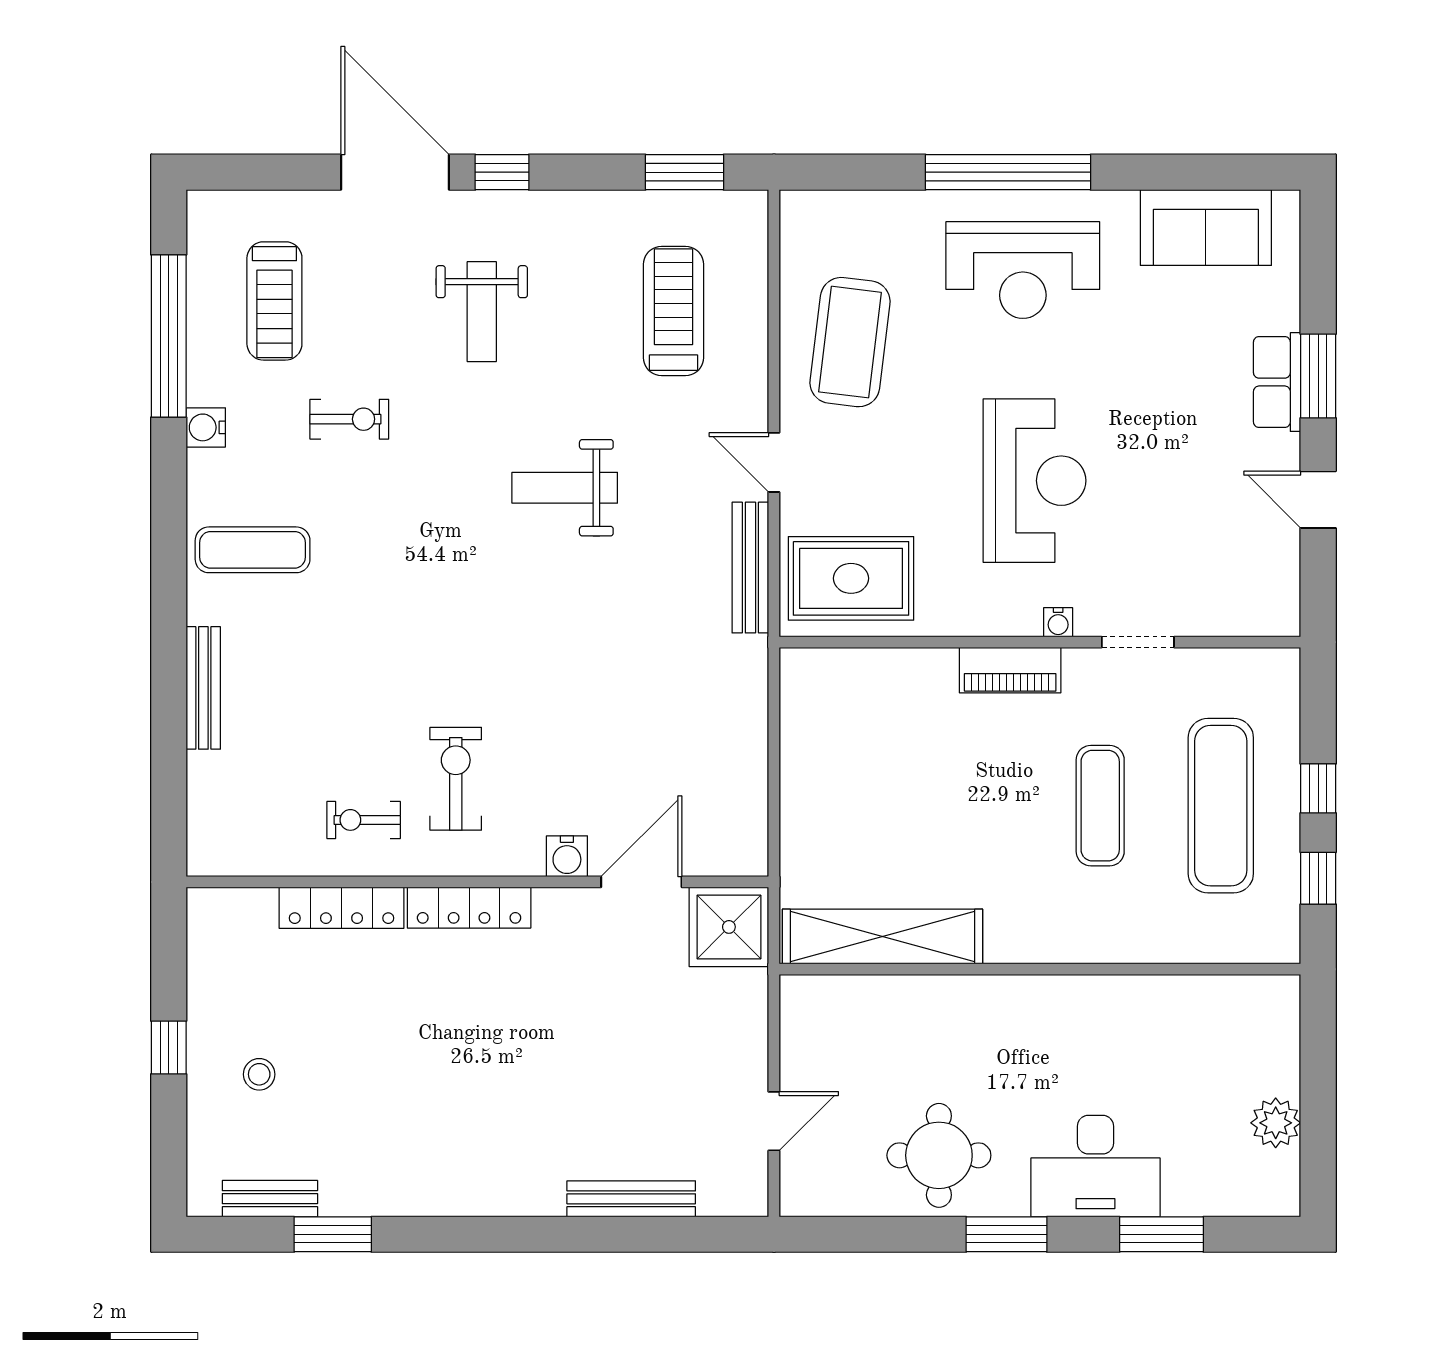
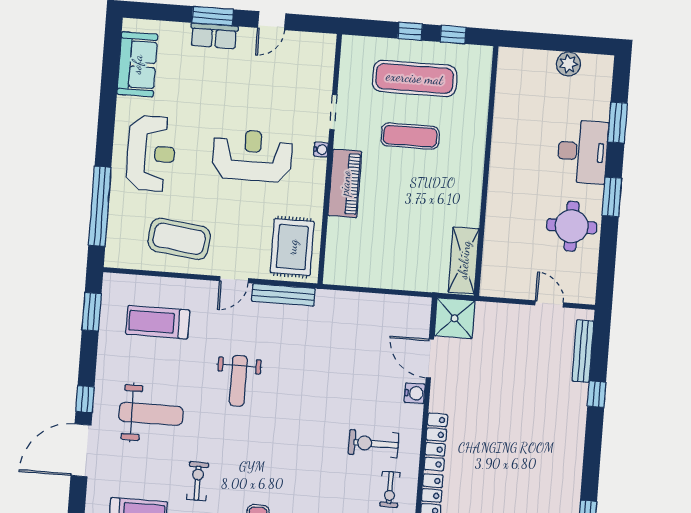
window: (1008, 172) -> (100, 206), moved
weight bench: (482, 312) -> (151, 414), width x1.36, depth x1.33
piano: (1010, 670) -> (345, 183), width x1.37, depth x1.33
shelving: (883, 937) -> (464, 260), width x0.68
bench: (631, 1199) -> (583, 351), moved
window: (594, 1234) -> (597, 394), added

